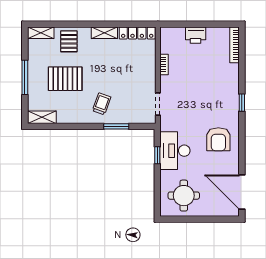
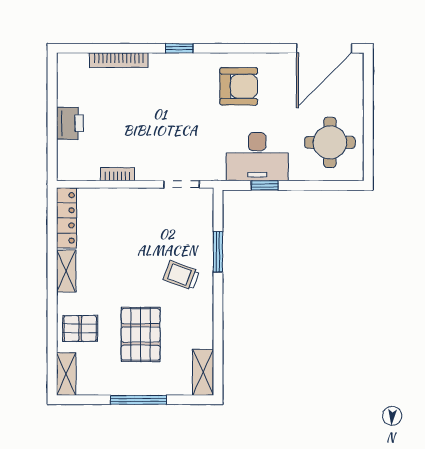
bookcase: (234, 45) -> (119, 60), moved

